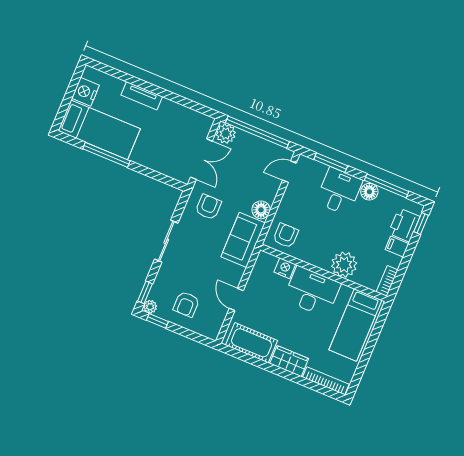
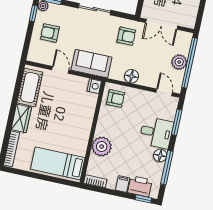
plant: (226, 134) -> (179, 62), moved
sofa: (243, 240) -> (91, 64), moved
nightstand: (285, 268) -> (94, 86), moved
desk: (312, 291) -> (77, 126), removed
door: (236, 300) -> (60, 70), hinge flipped

